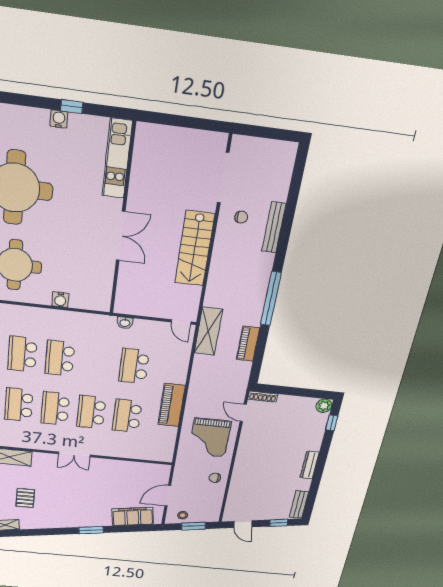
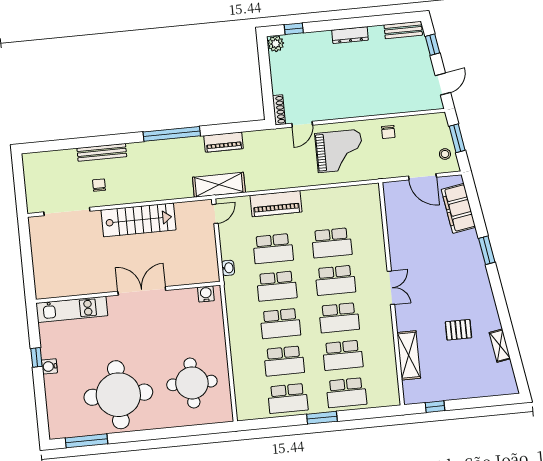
water cooler: (60, 300) -> (206, 294), moved, turned -90
school desk: (97, 362) -> (277, 286), added
piano: (172, 405) -> (276, 204), moved

